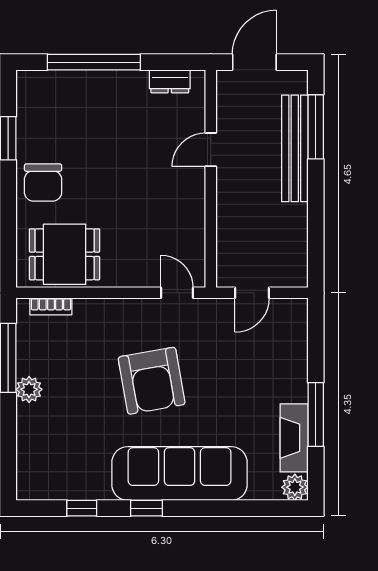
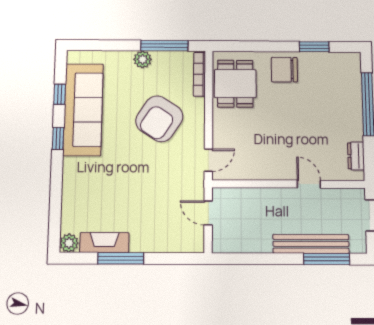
bookcase: (51, 306) -> (199, 74), width x1.56
armchair: (152, 381) -> (159, 119), moved, turned -47
sofa: (180, 474) -> (83, 110), moved

